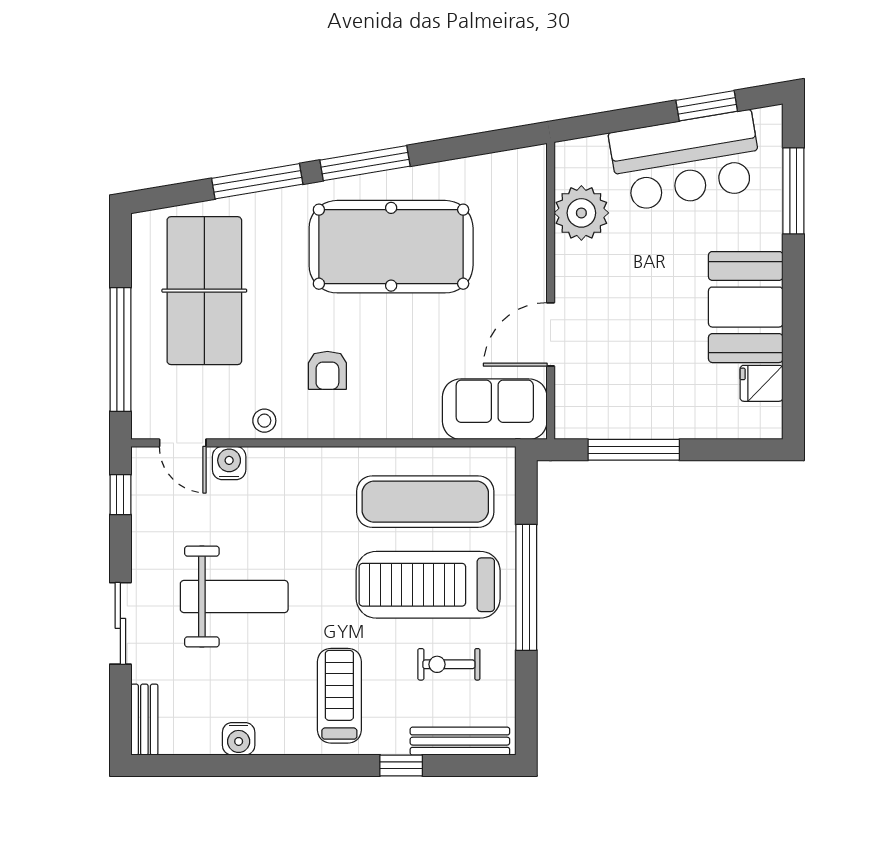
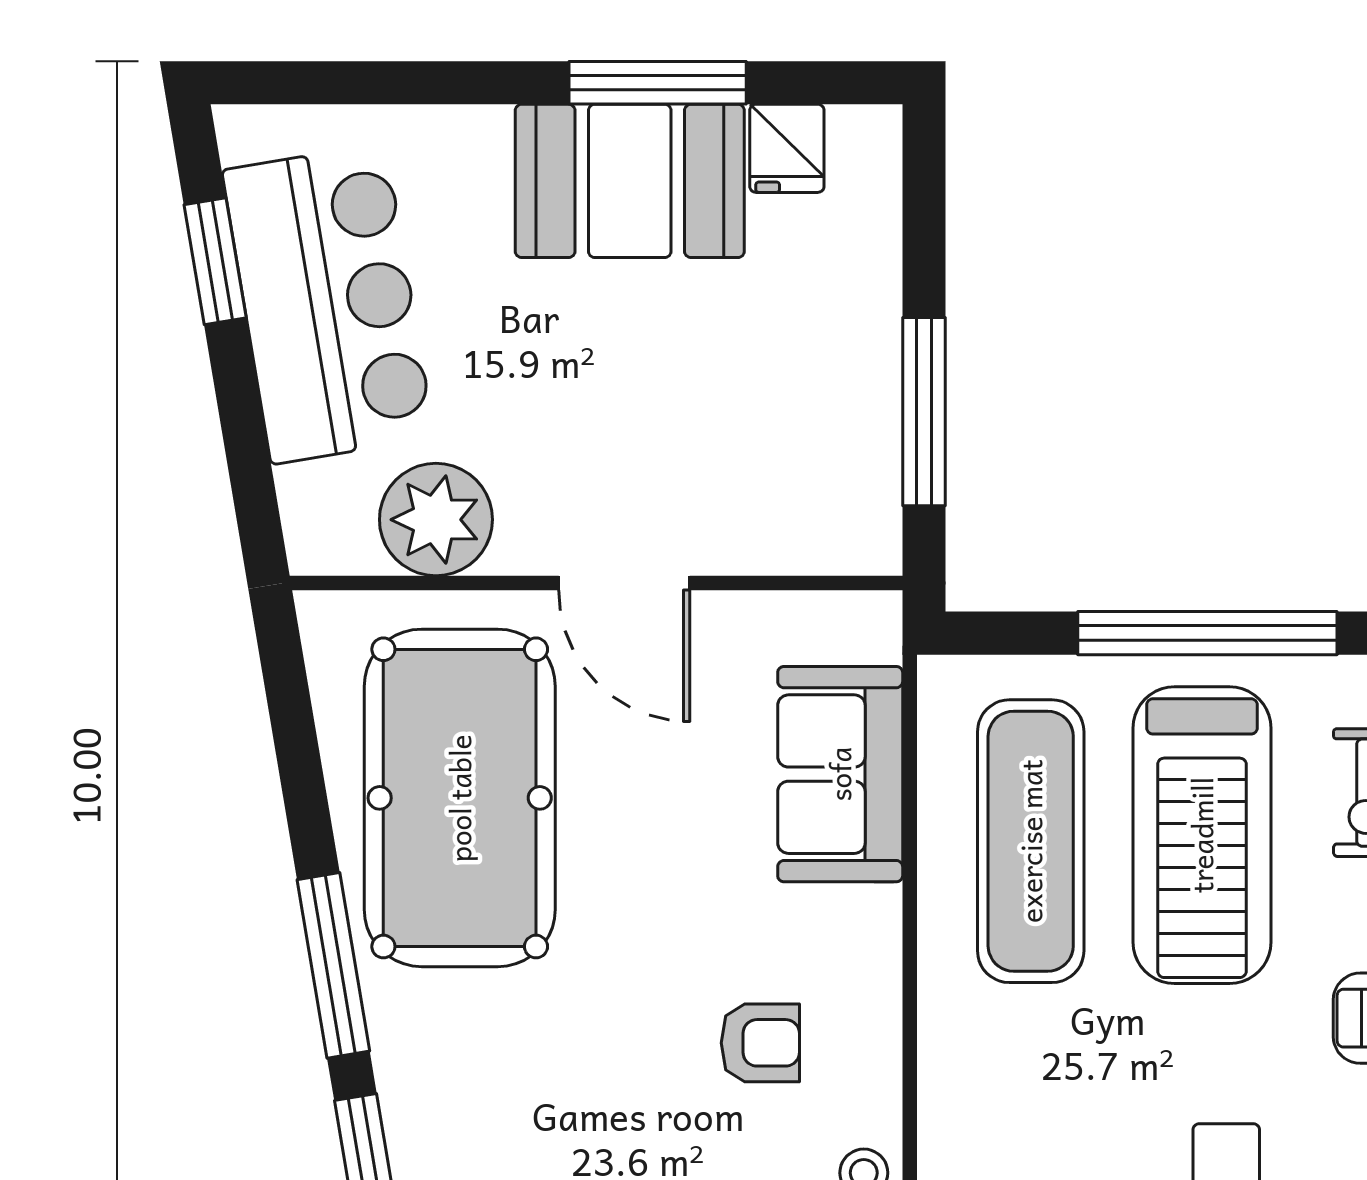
window: (793, 191) -> (658, 83), moved
pool table: (391, 247) -> (460, 798), moved
door: (551, 334) -> (624, 583), moved
sofa: (495, 409) -> (840, 774), moved

